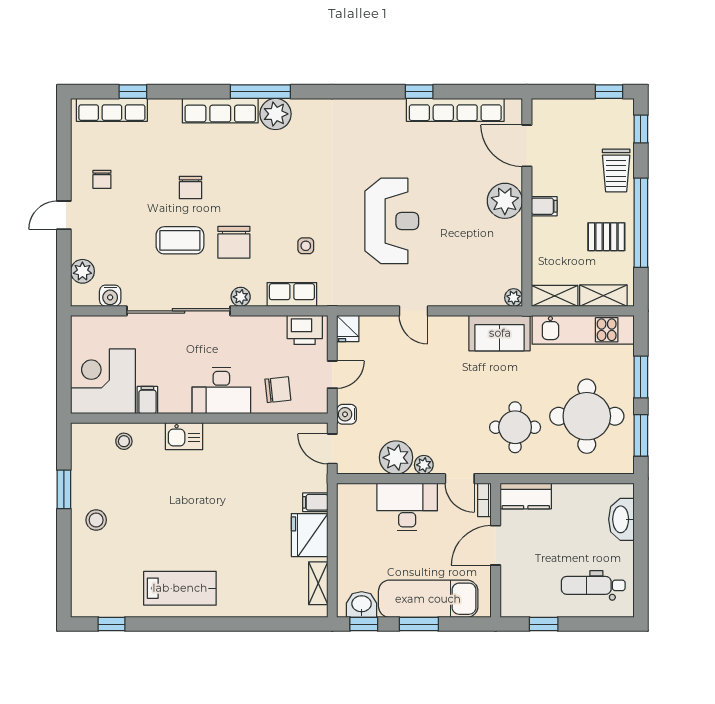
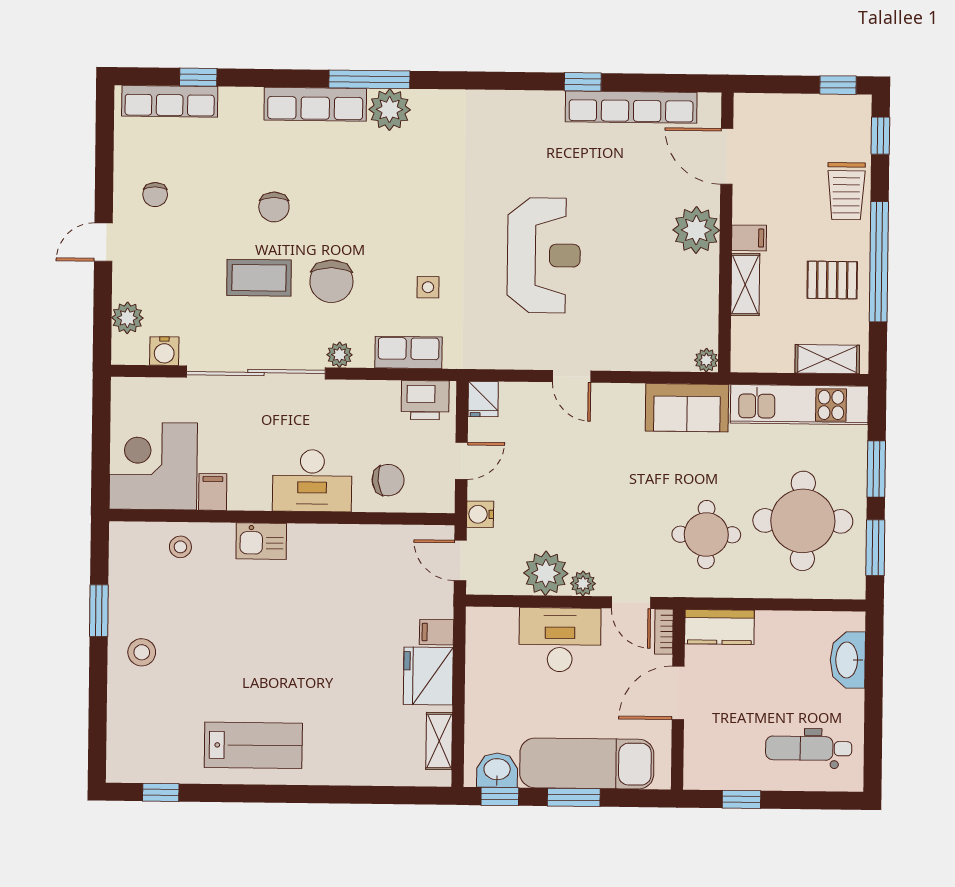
shelving: (555, 296) -> (745, 284), moved, turned 90

